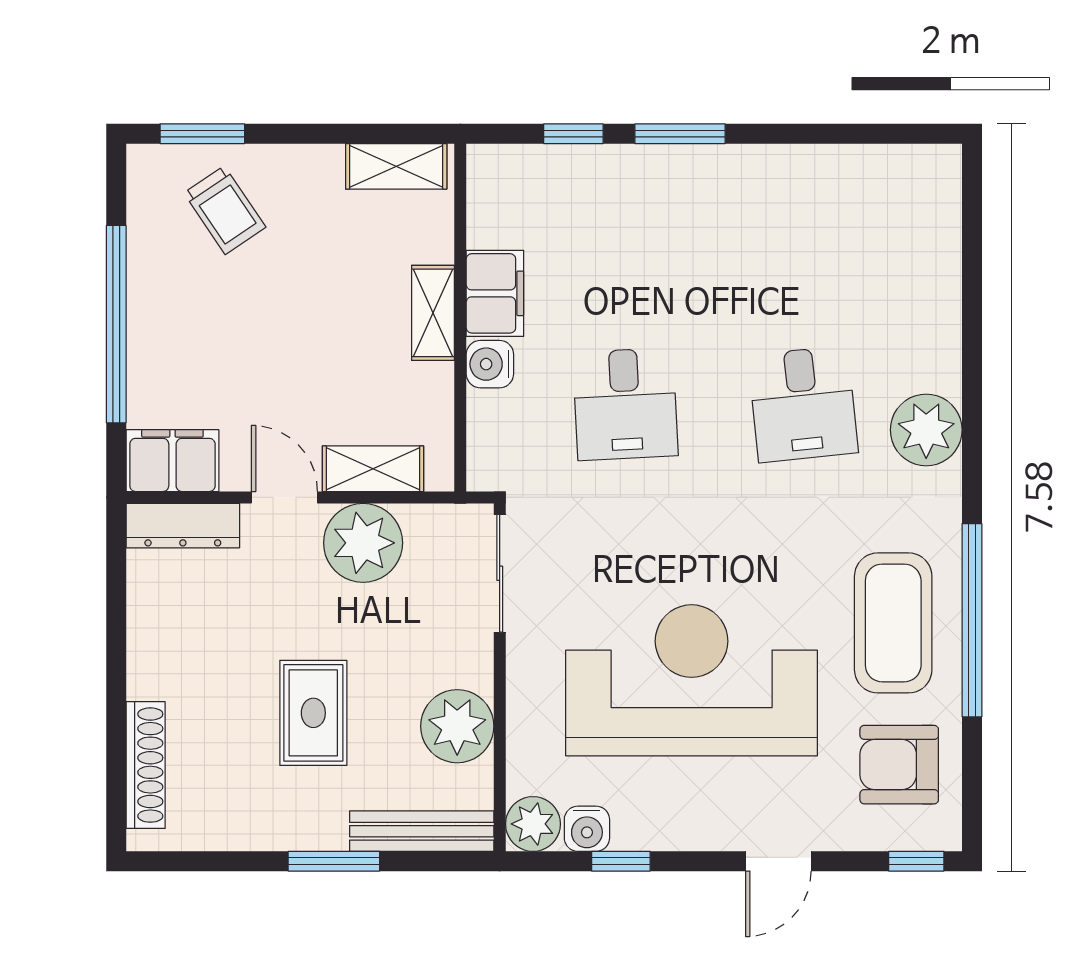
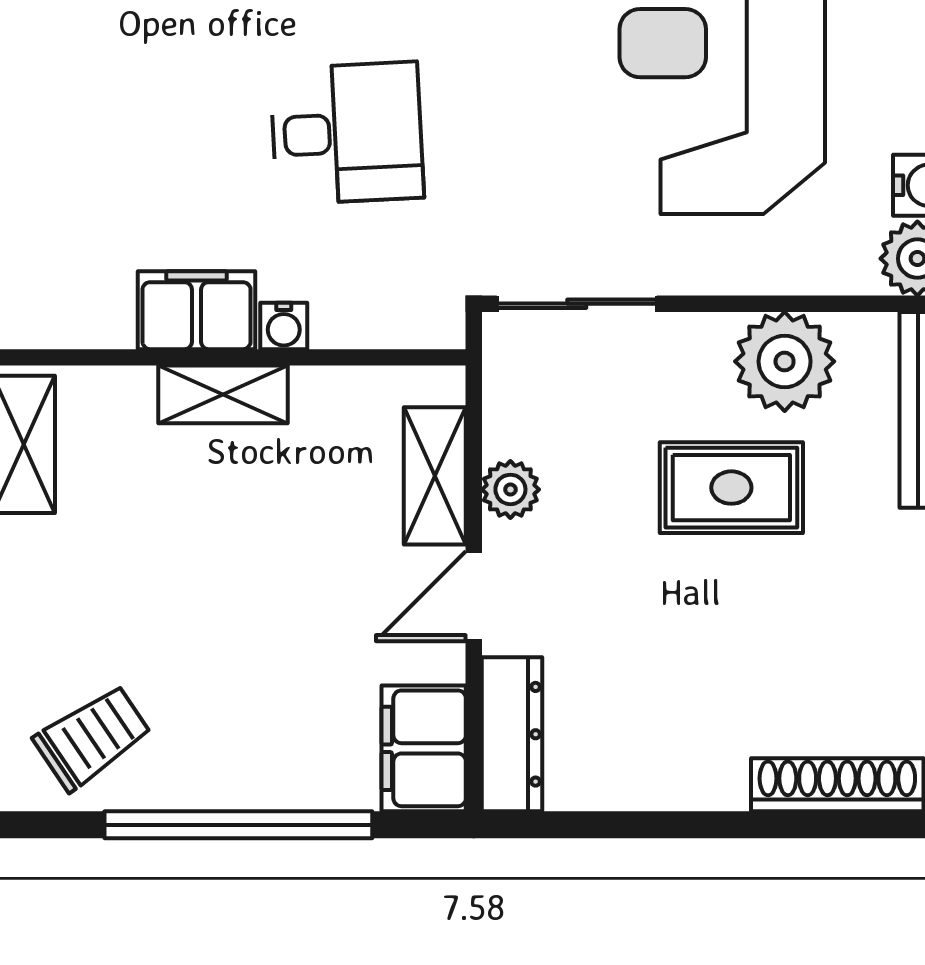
trolley: (225, 210) -> (92, 737), moved
water cooler: (490, 364) -> (284, 326), width x0.72, depth x0.72
plant: (363, 543) -> (510, 489), width x0.53, depth x0.53
rug: (313, 713) -> (731, 488), moved

